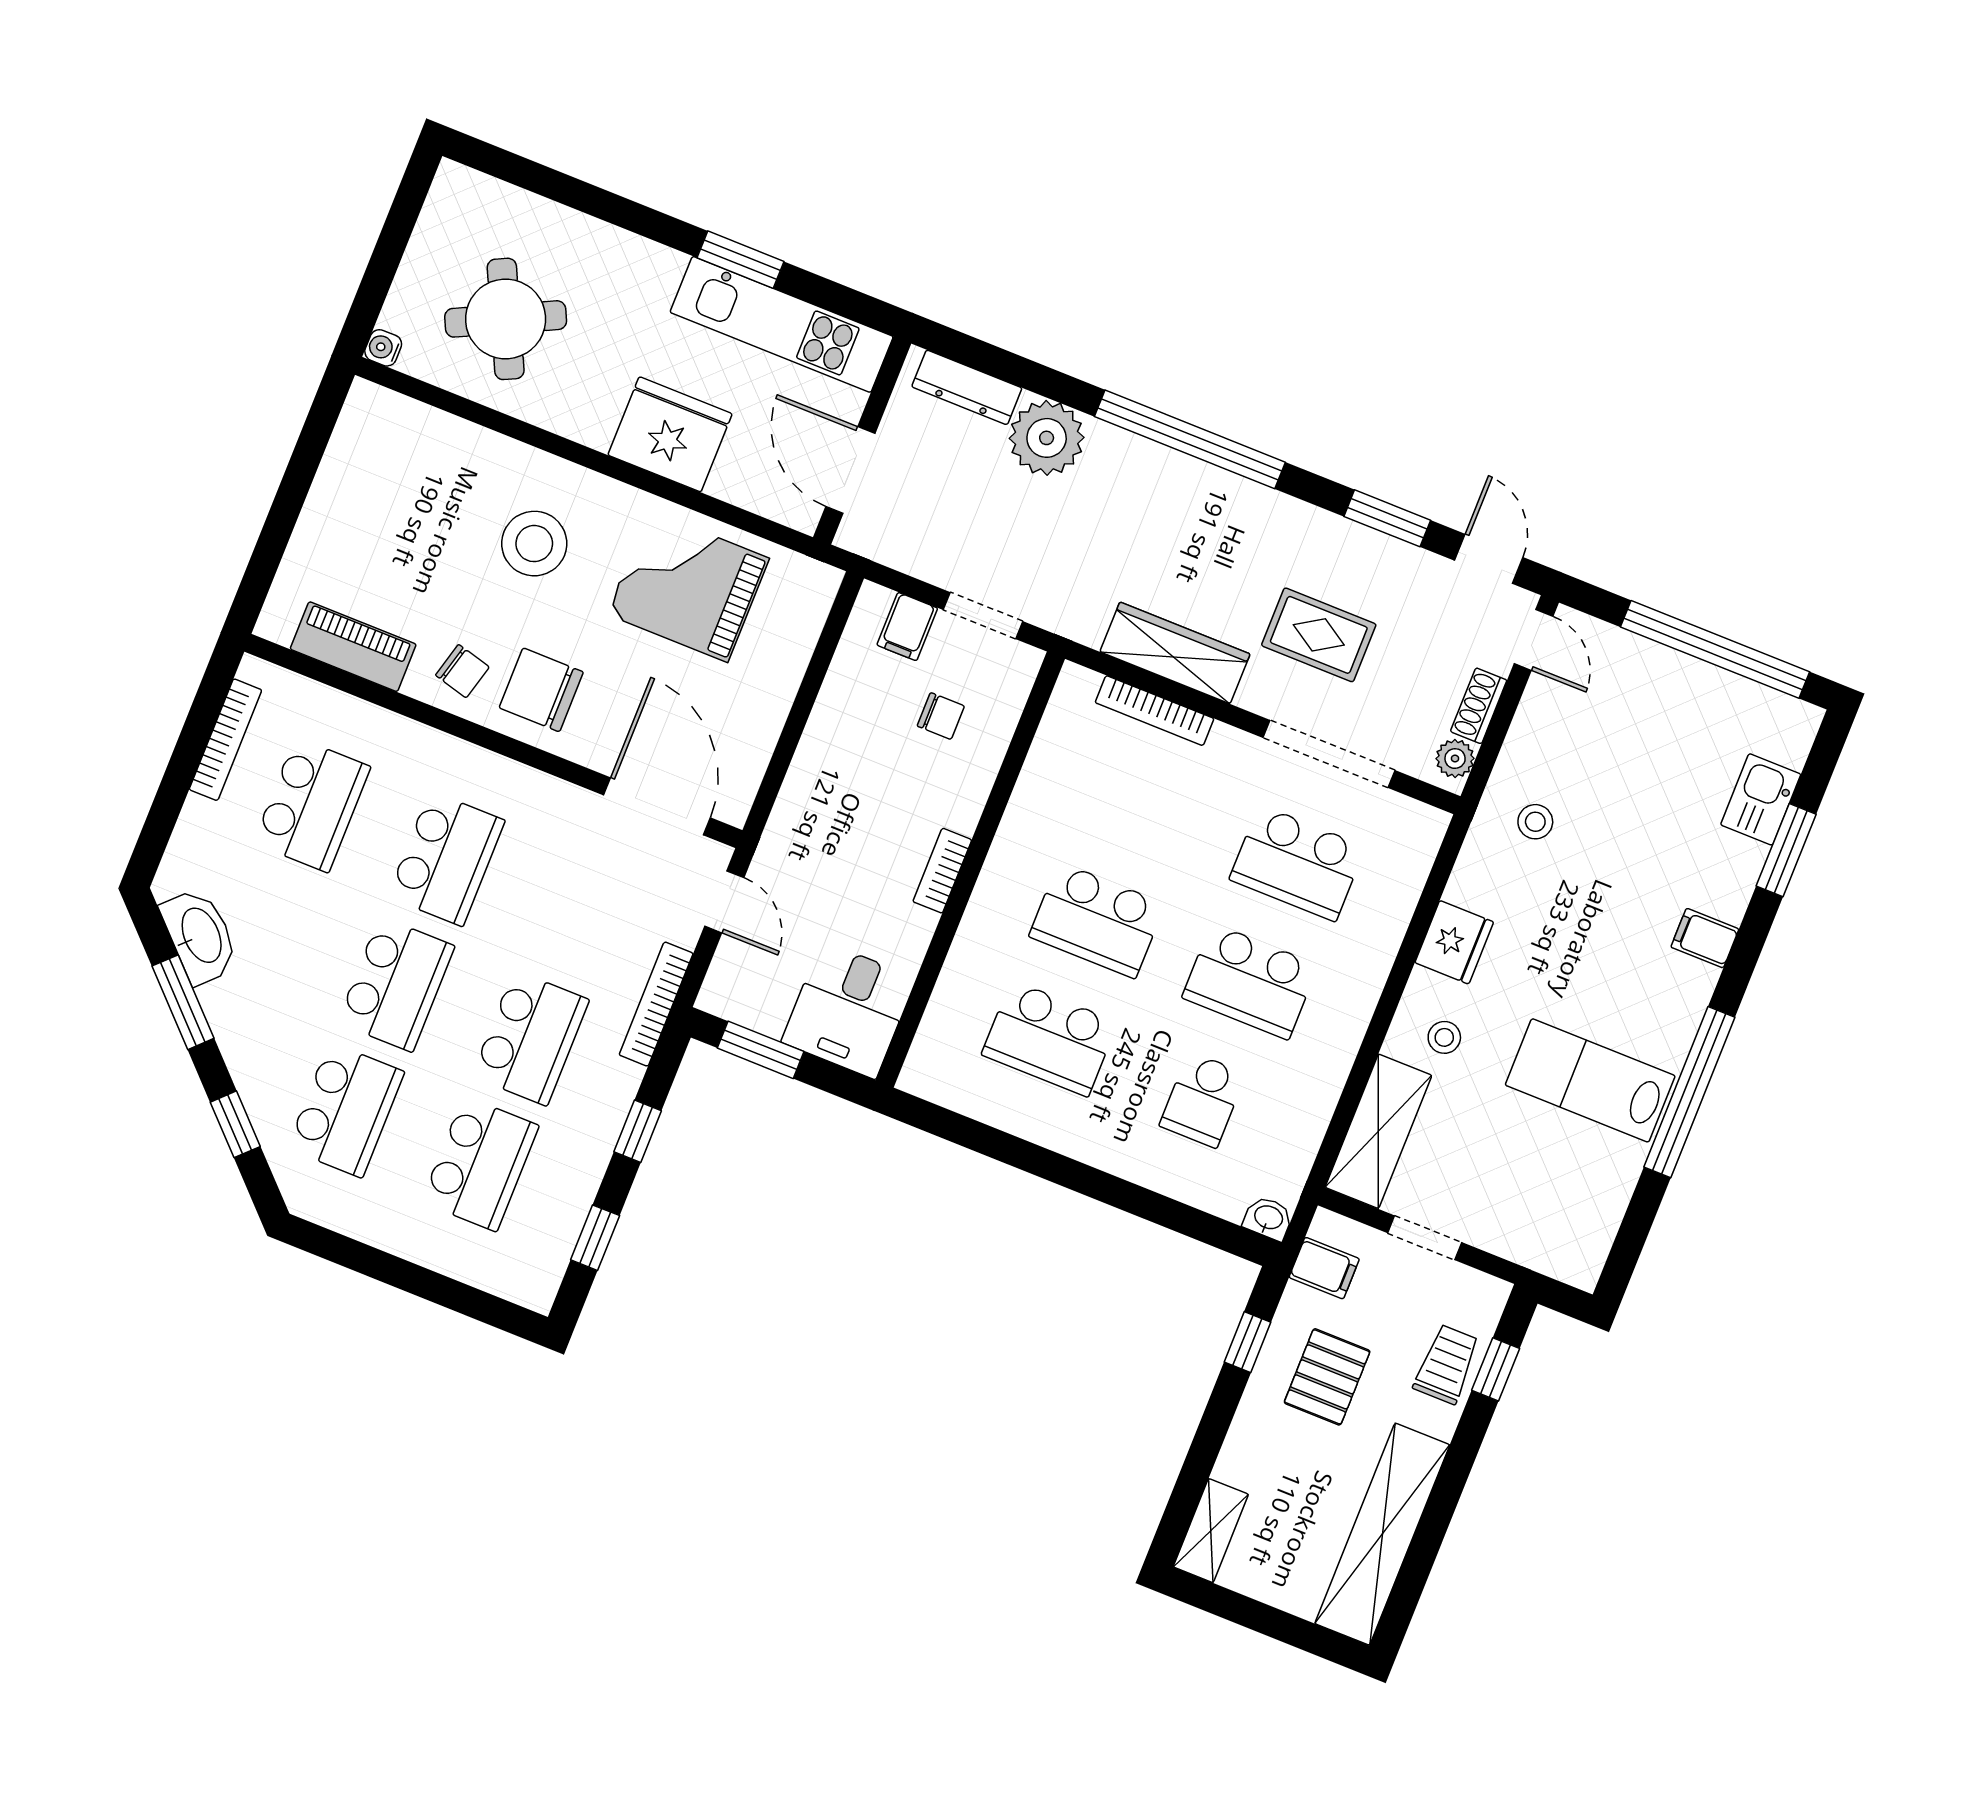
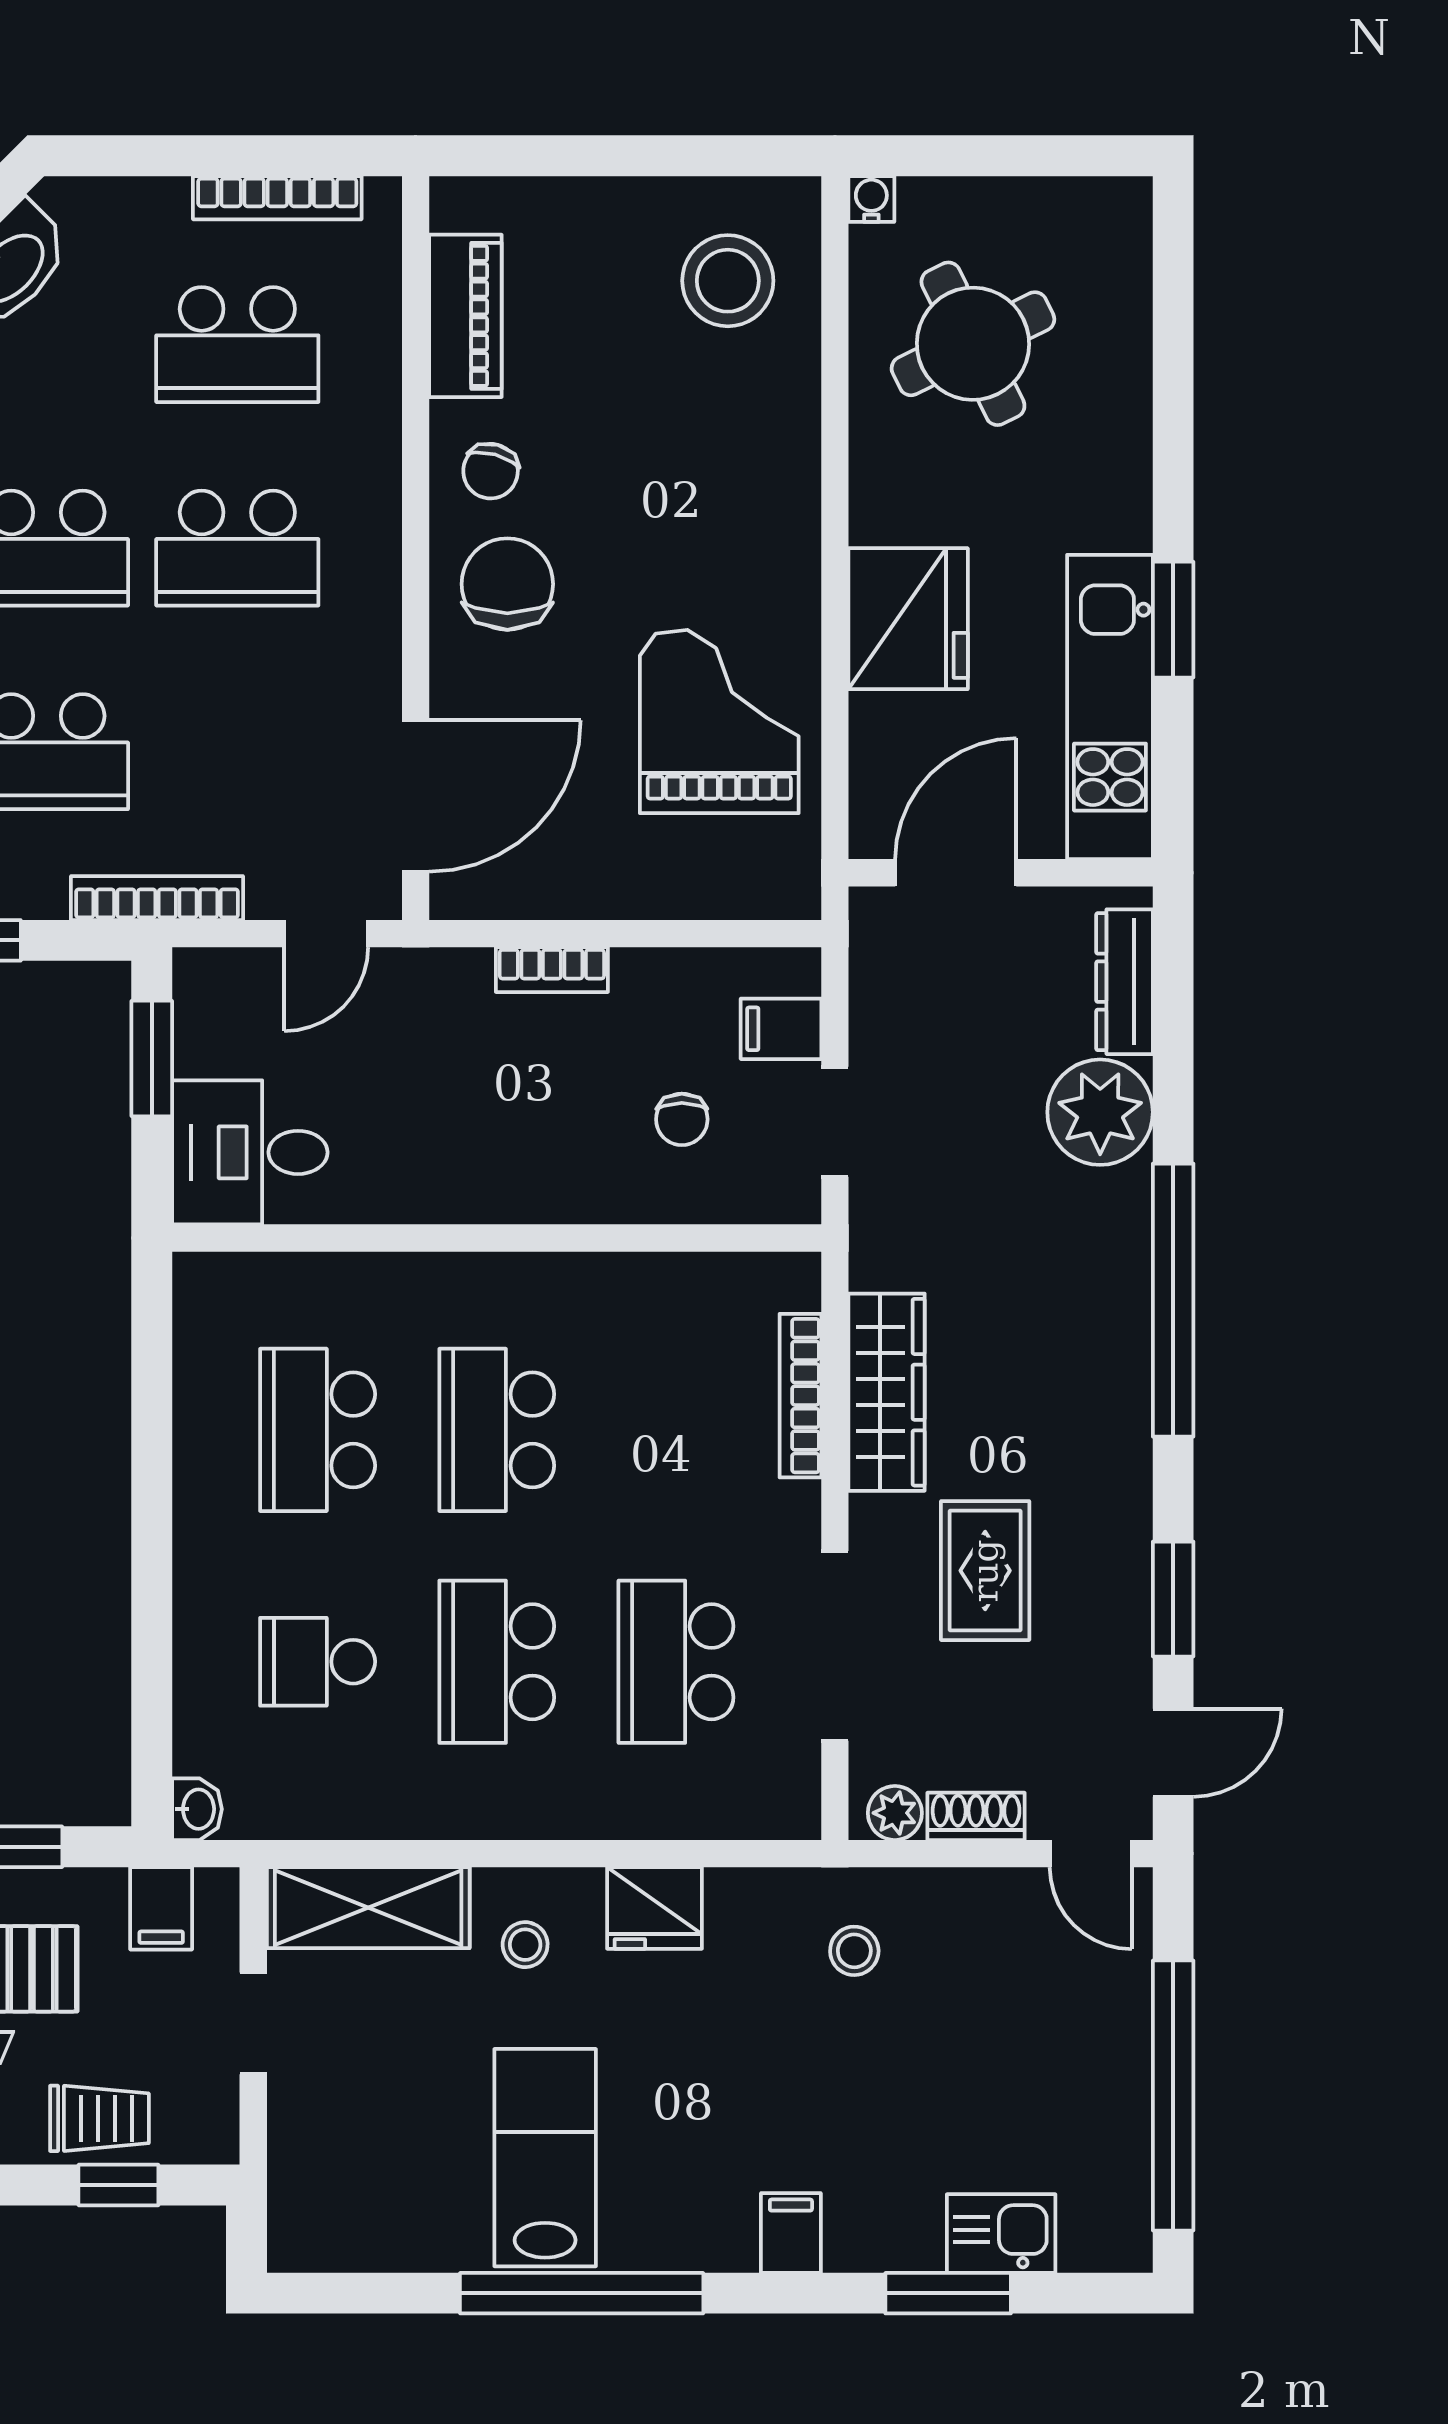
stool: (534, 544) -> (728, 281), moved
door: (1534, 640) -> (1091, 1854), hinge flipped
bookcase: (942, 871) -> (552, 970), moved, turned 180

